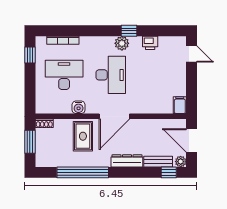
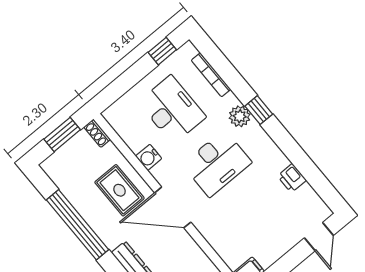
window: (129, 31) -> (259, 110), moved
plant: (122, 43) -> (240, 116), moved
rug: (83, 136) -> (120, 190), turned 90

